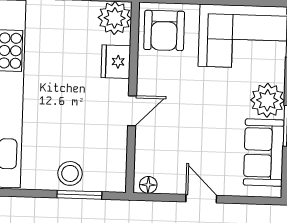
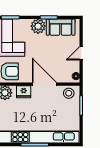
door: (132, 111) -> (44, 84), width x1.88
stool: (70, 173) -> (69, 93), moved

